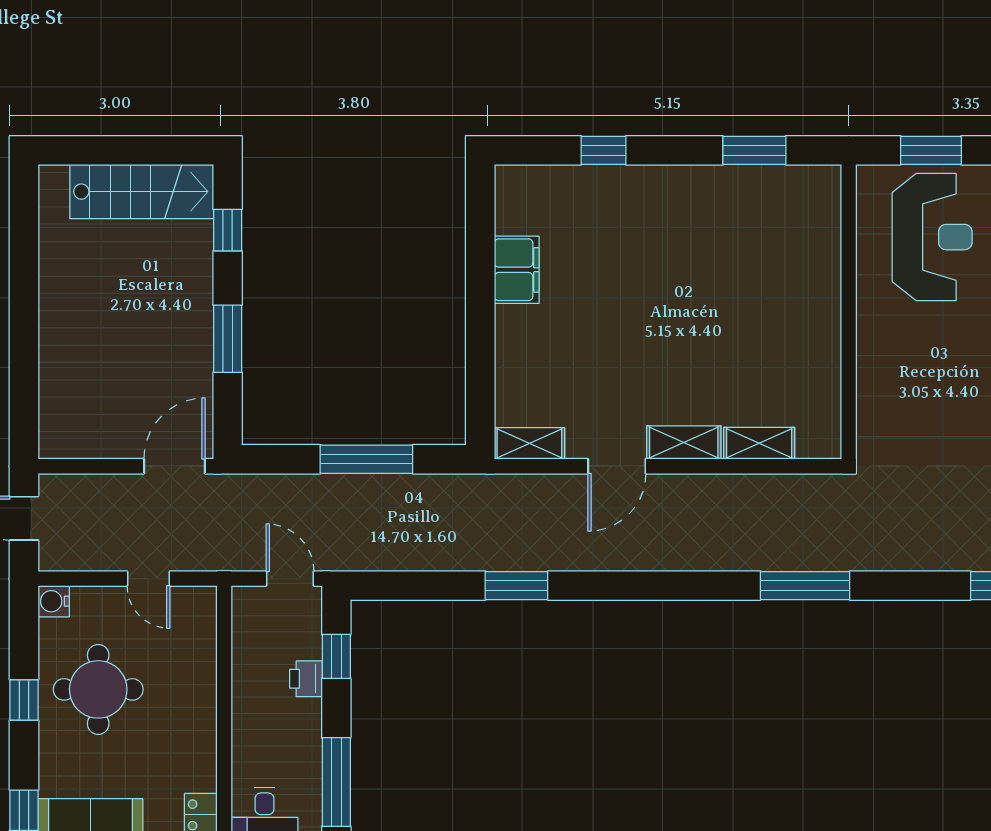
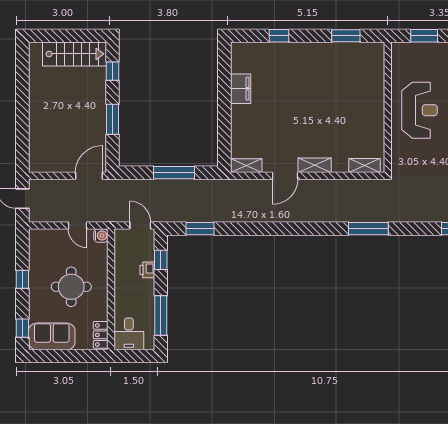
reception desk: (932, 237) -> (420, 110), moved
shelving: (759, 443) -> (365, 166), moved
window: (516, 586) -> (200, 229), moved
water cooler: (54, 601) -> (101, 235), moved, turned 180
round table: (98, 689) -> (71, 287), moved

